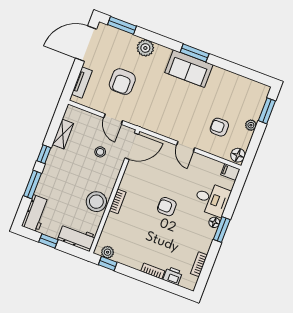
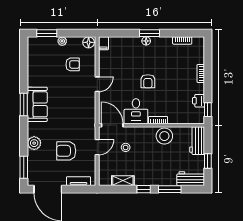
armchair: (122, 82) -> (66, 151), turned 180
armchair: (219, 127) -> (73, 64), turned -90
desk: (212, 199) -> (136, 111), moved, turned 180
plant: (108, 252) -> (199, 113), removed
printer: (173, 276) -> (198, 101), moved

